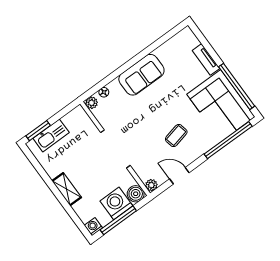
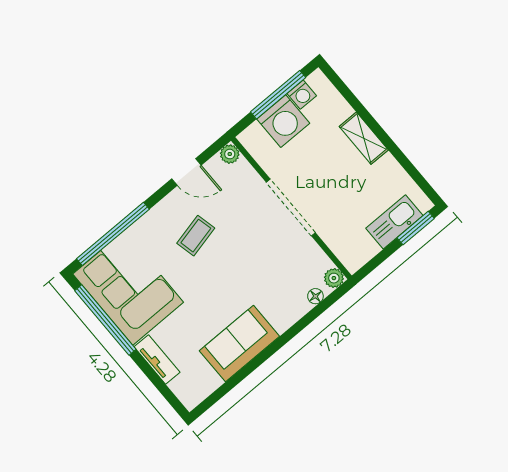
sofa: (141, 75) -> (239, 343), moved
boiler: (136, 194) -> (254, 139), removed
washing machine: (93, 227) -> (302, 95), moved

